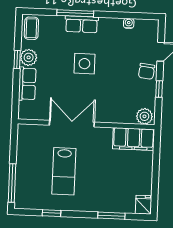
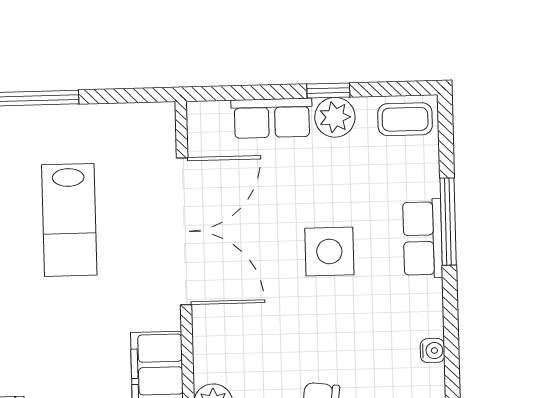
double door: (72, 124) -> (184, 231), width x1.36
lab bench: (64, 171) -> (69, 220), turned -90

